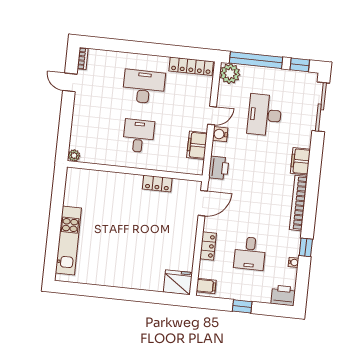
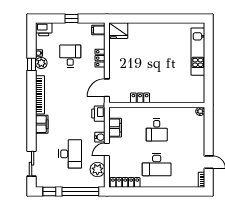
plant: (230, 74) -> (97, 170), moved
sliding door: (321, 107) -> (32, 164), width x0.73
plant: (292, 248) -> (41, 63), added

